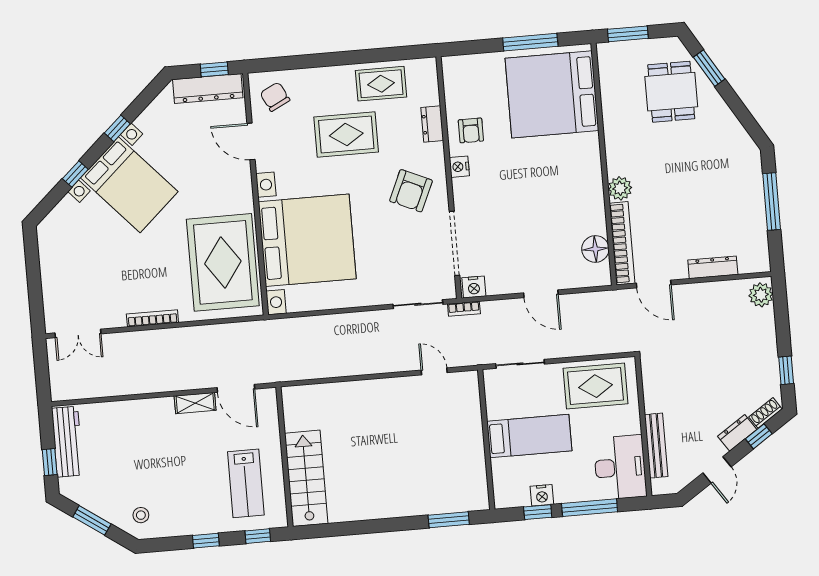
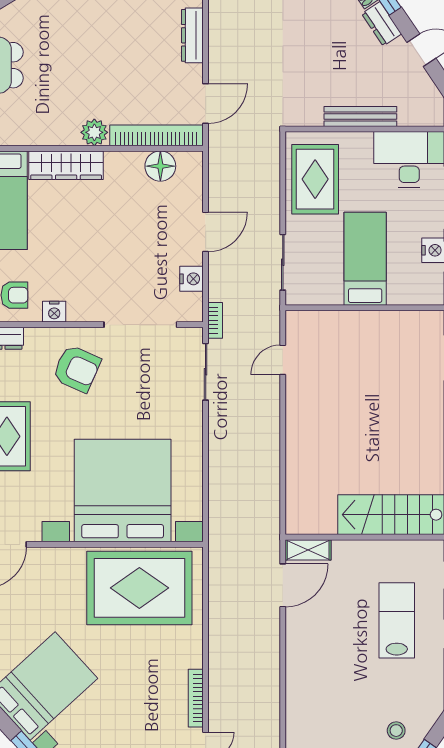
wardrobe: (589, 166) -> (66, 165), added
nightstand: (474, 287) -> (191, 279), moved
bookcase: (152, 318) -> (196, 698), moved
shelving: (195, 403) -> (308, 550), moved, turned 90
bench: (656, 446) -> (360, 117), moved
lab bench: (246, 483) -> (397, 620), moved, turned -90
stool: (141, 515) -> (396, 731), moved

